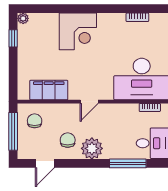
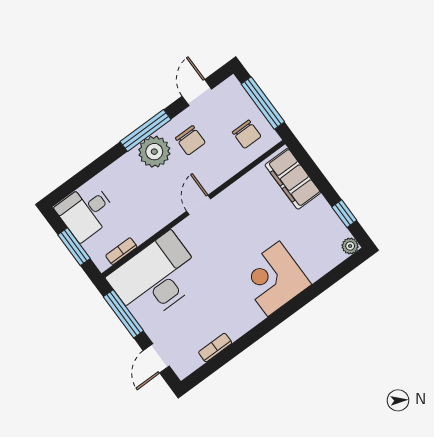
filing cabinet: (49, 90) -> (293, 179), moved, turned 90
window: (128, 163) -> (146, 130), moved

